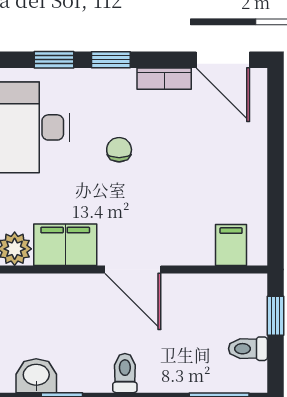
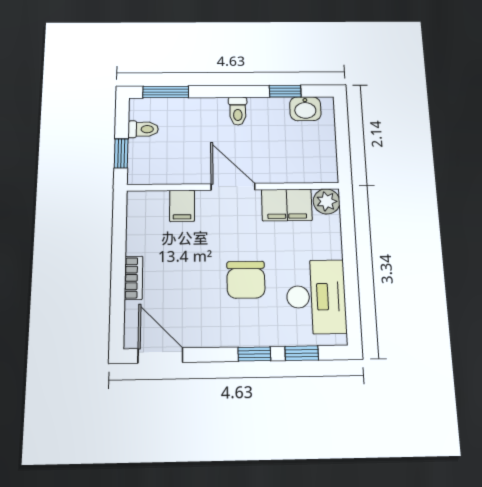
bookcase: (164, 79) -> (134, 278), moved, turned 90
chair: (119, 150) -> (246, 280), width x1.87, depth x1.87
filing cabinet: (231, 245) -> (182, 206), moved

